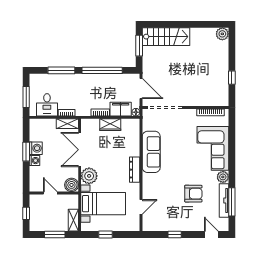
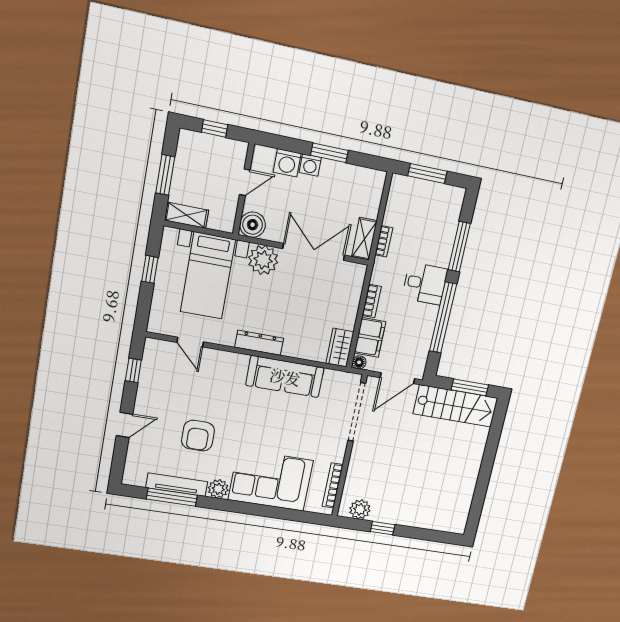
plant: (222, 34) -> (360, 509), moved
stairs: (166, 37) -> (456, 406), moved, turned -90
desk: (47, 105) -> (425, 284), moved, turned 180
wardrobe: (110, 125) -> (340, 348), moved
washing machine: (36, 148) -> (287, 163), moved
window: (175, 235) -> (133, 370), moved
door: (211, 235) -> (124, 425), moved

